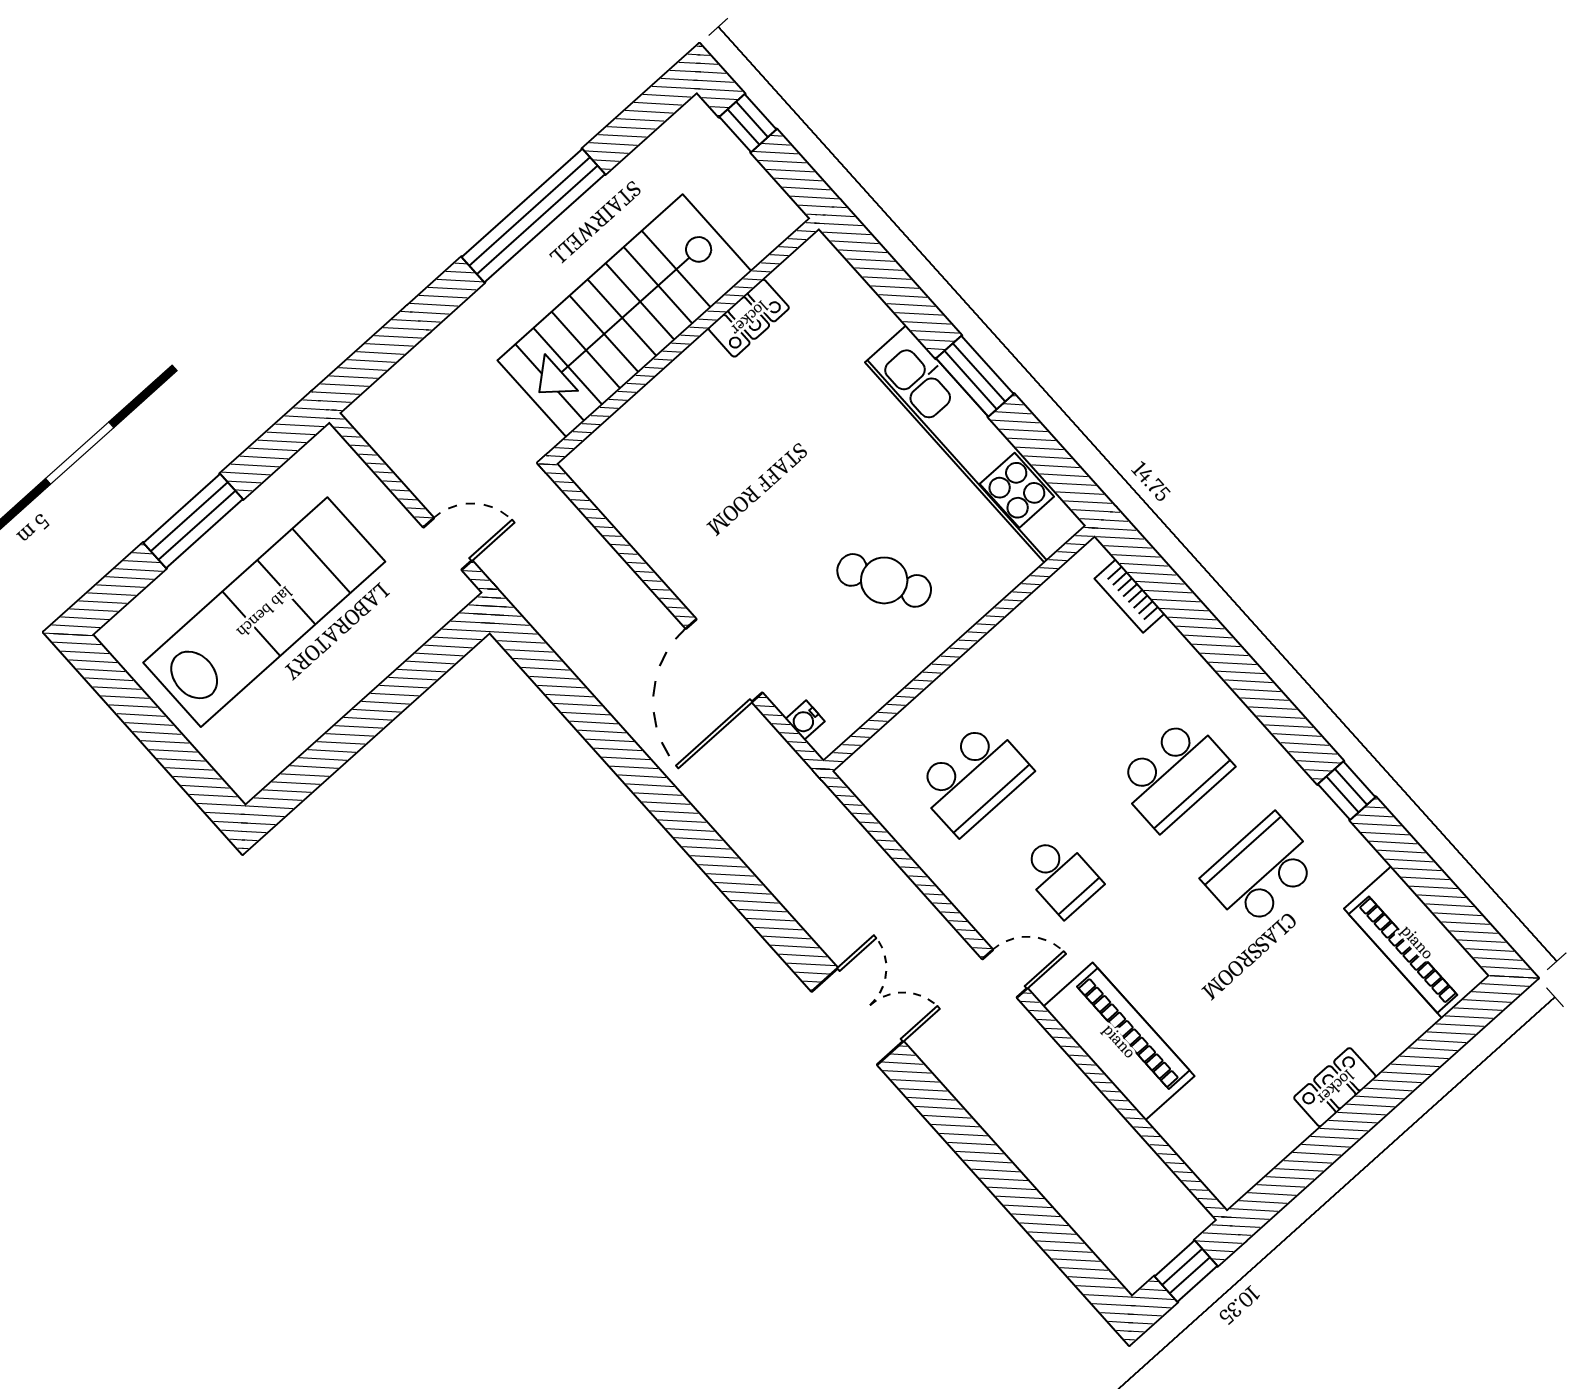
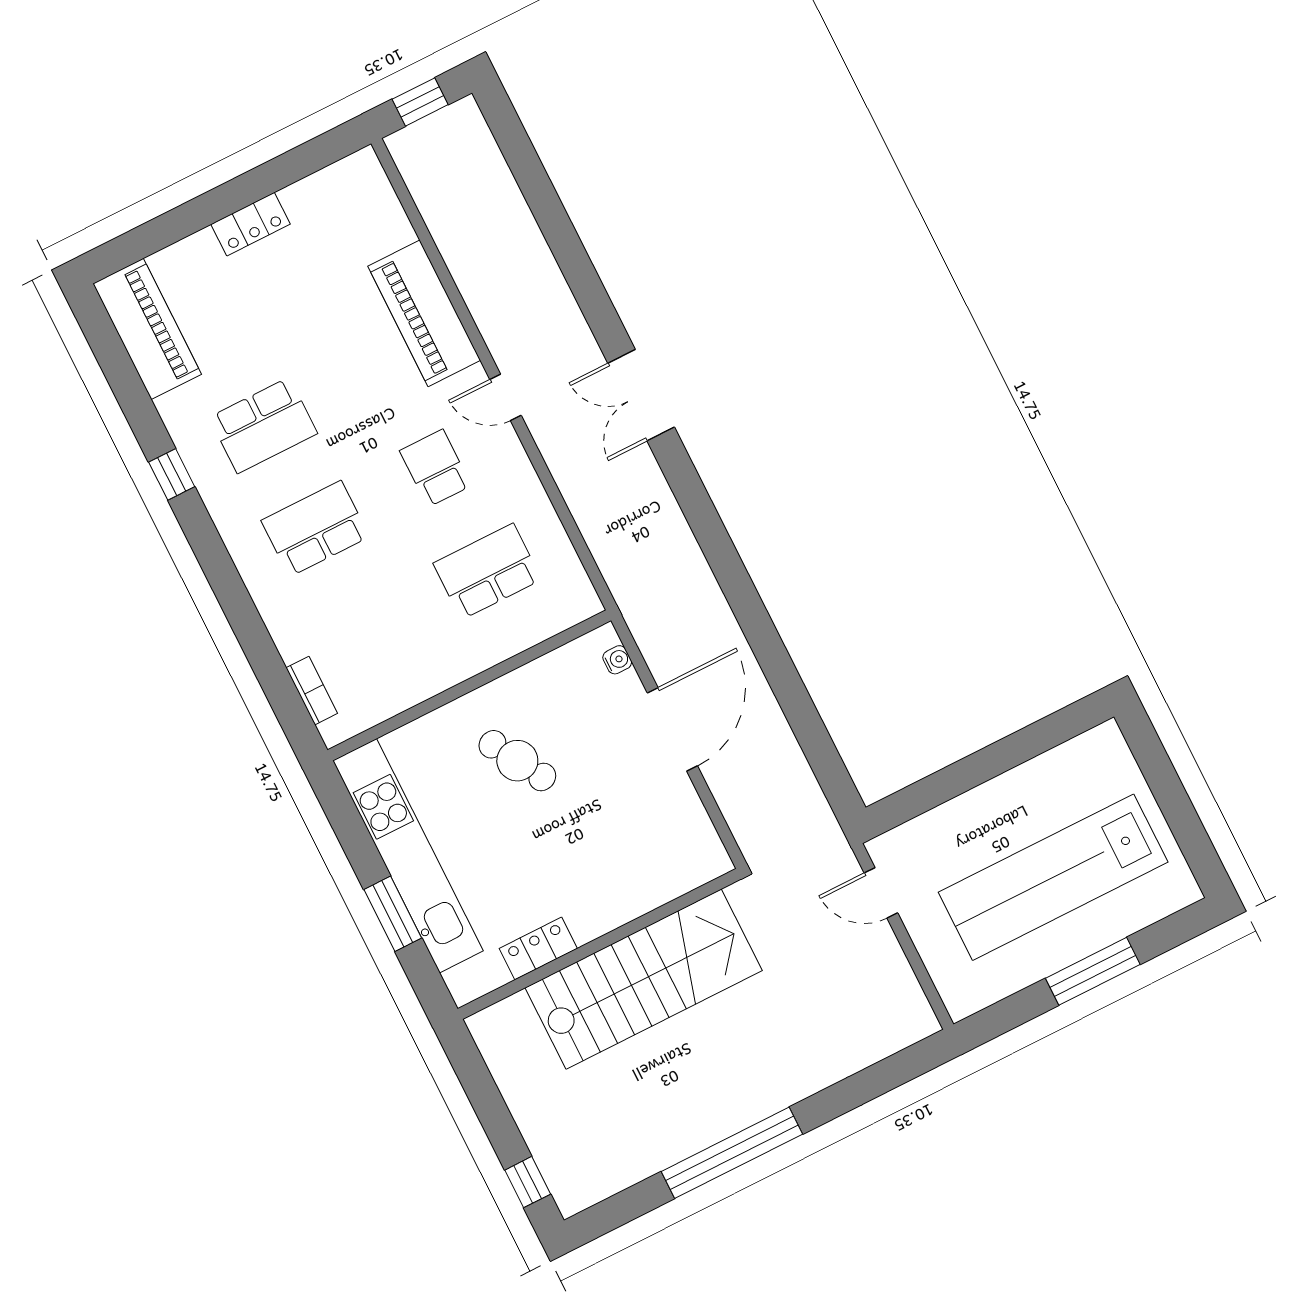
stairs: (625, 316) -> (644, 979), moved
locker: (749, 318) -> (538, 948), moved
wall: (683, 341) -> (599, 944), moved

